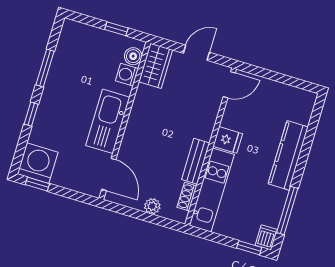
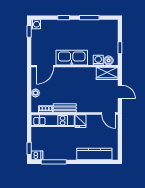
kitchen counter: (288, 155) -> (94, 154), moved
washing machine: (38, 163) -> (36, 24), width x0.53, depth x0.53

